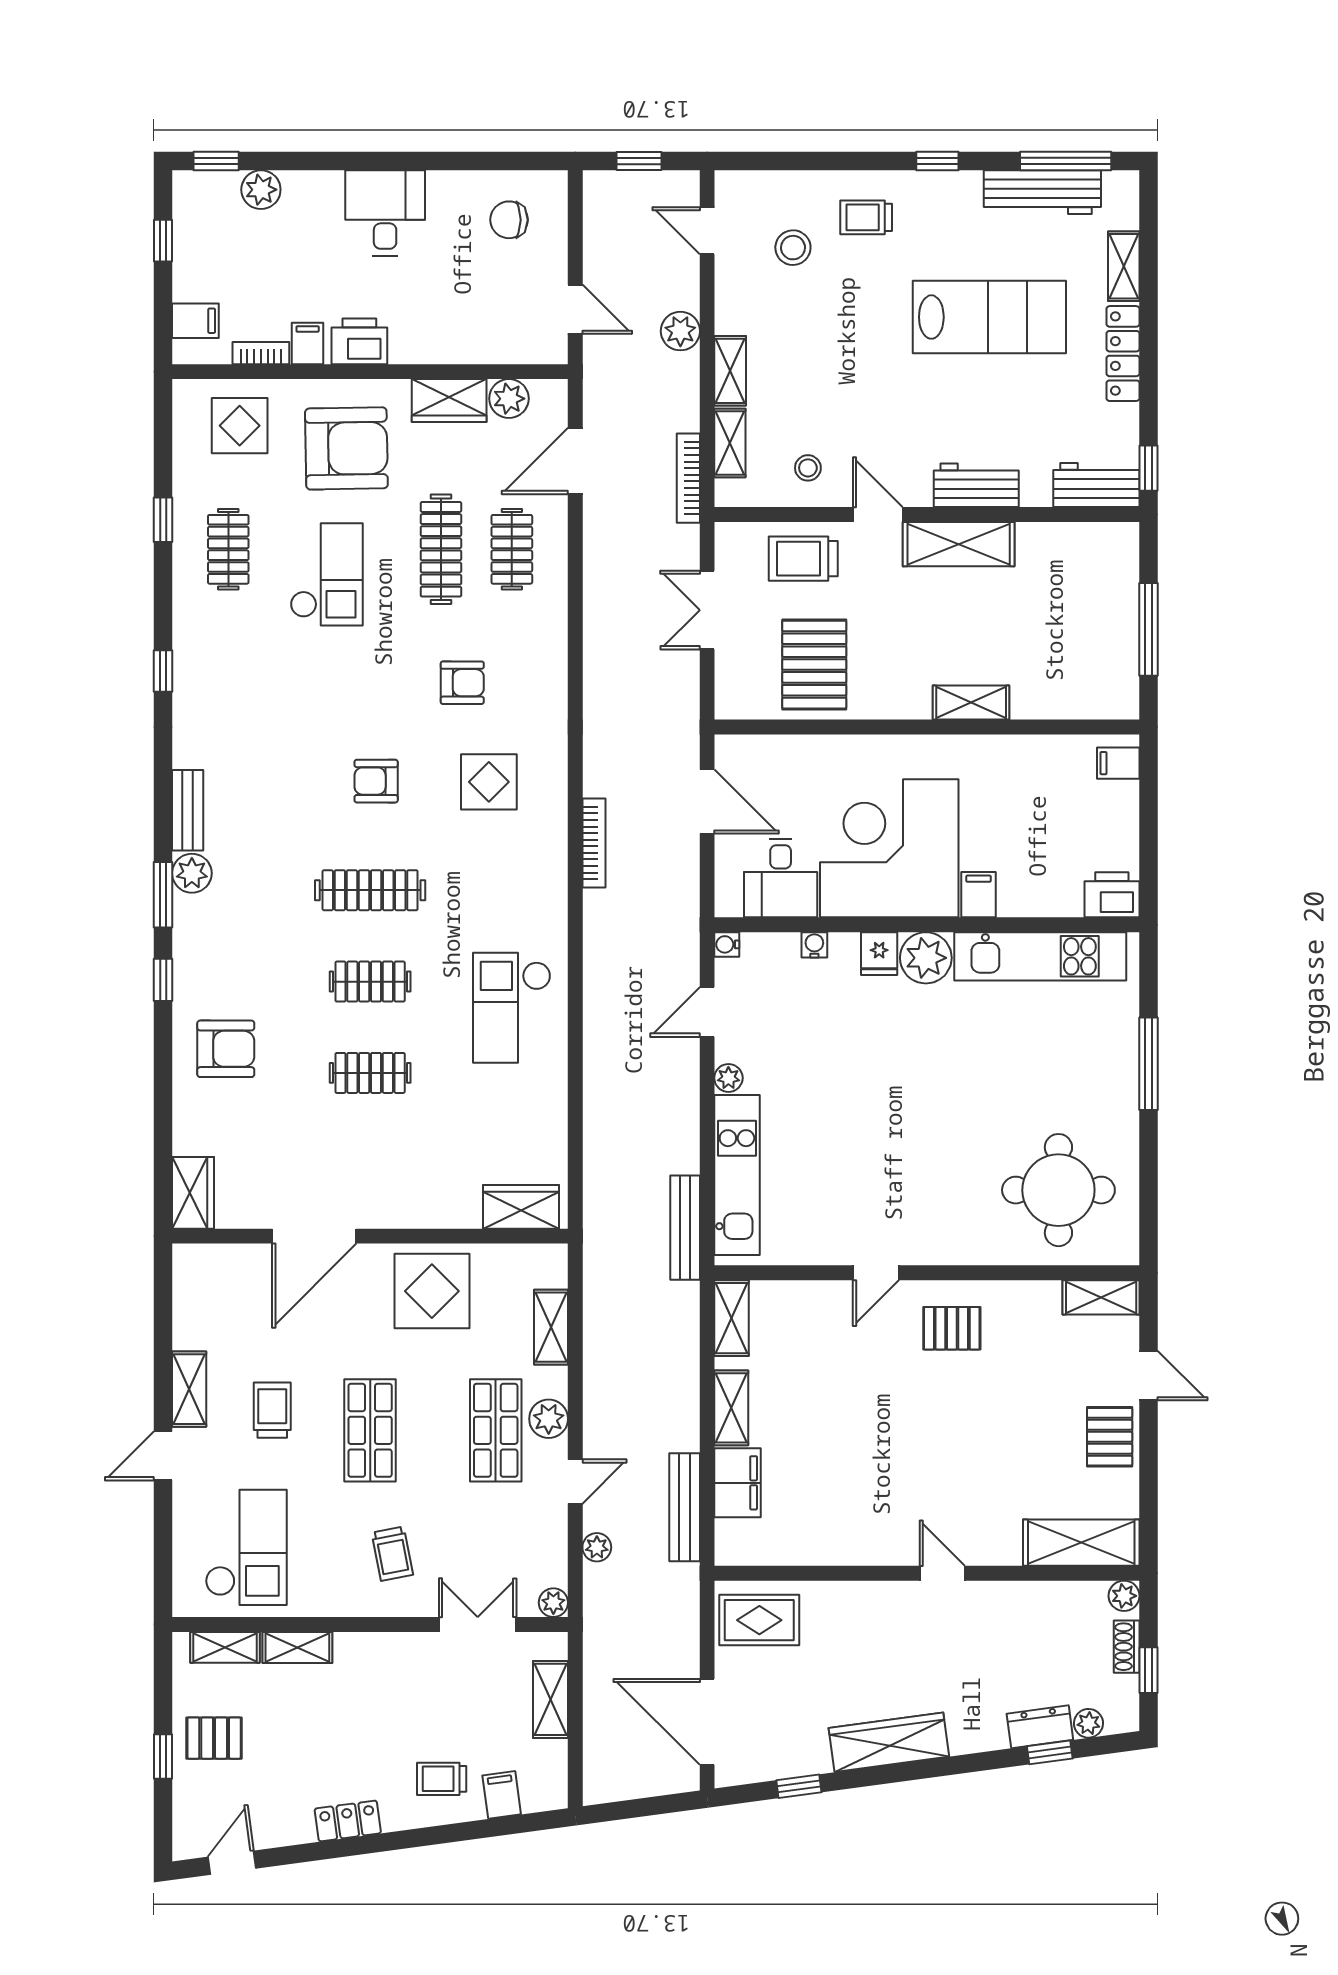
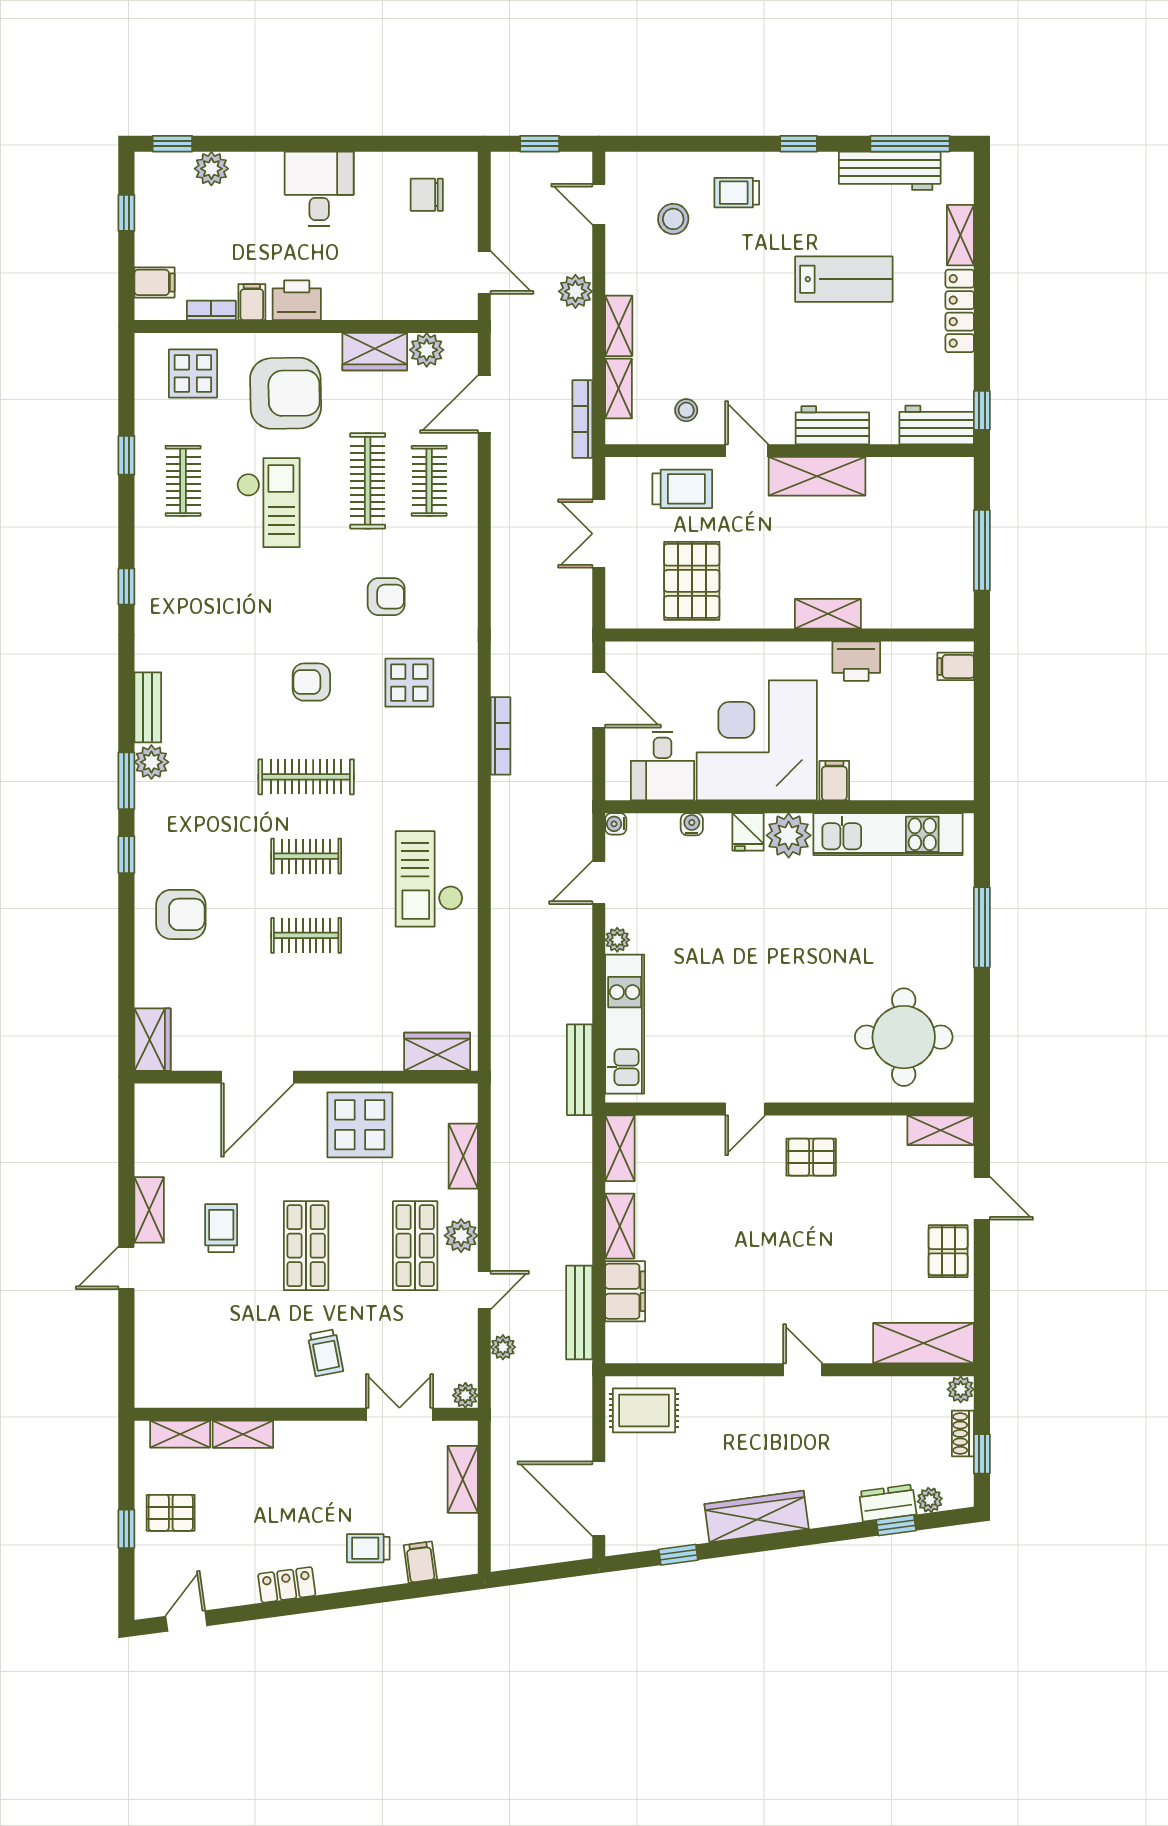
lab bench: (989, 317) -> (844, 279), width x0.73, depth x0.72
trolley: (803, 559) -> (682, 489), turned 180
printer: (1112, 895) -> (856, 661), moved, turned 180
checkout: (246, 1547) -> (199, 1347), removed

